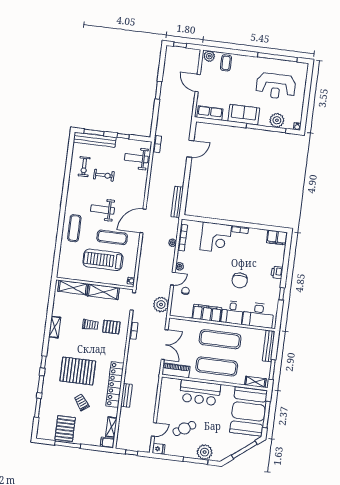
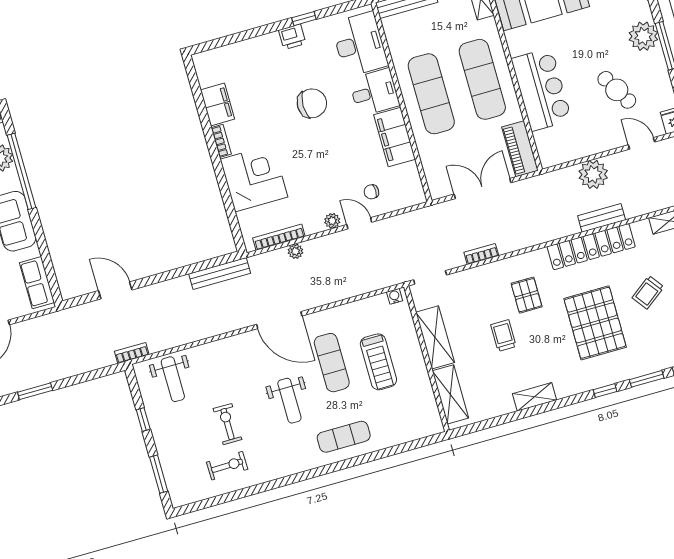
bench: (95, 140) -> (171, 467), removed
filing cabinet: (277, 238) -> (217, 105), moved
treadmill: (103, 260) -> (378, 362), width x0.73, depth x0.73
printer: (277, 272) -> (292, 37), moved
plant: (161, 305) -> (593, 174), moved
pallet: (111, 327) -> (527, 295), moved

